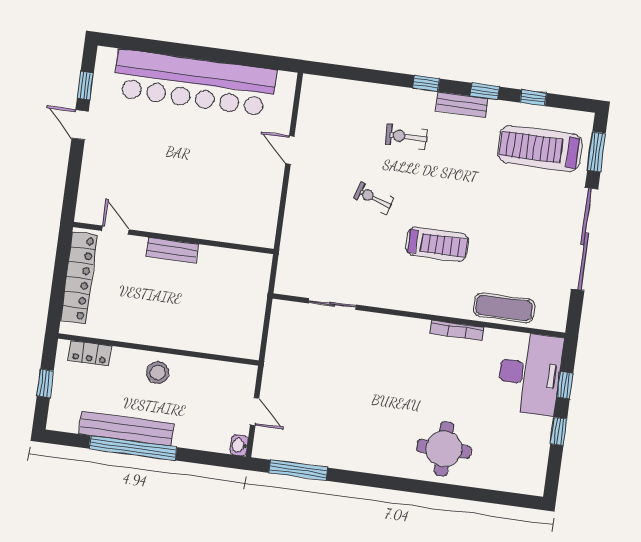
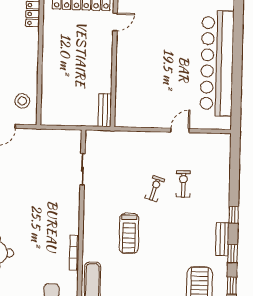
exercise bike: (406, 137) -> (183, 184), moved
bench: (172, 250) -> (105, 110), moved
stool: (158, 373) -> (22, 101), moved

